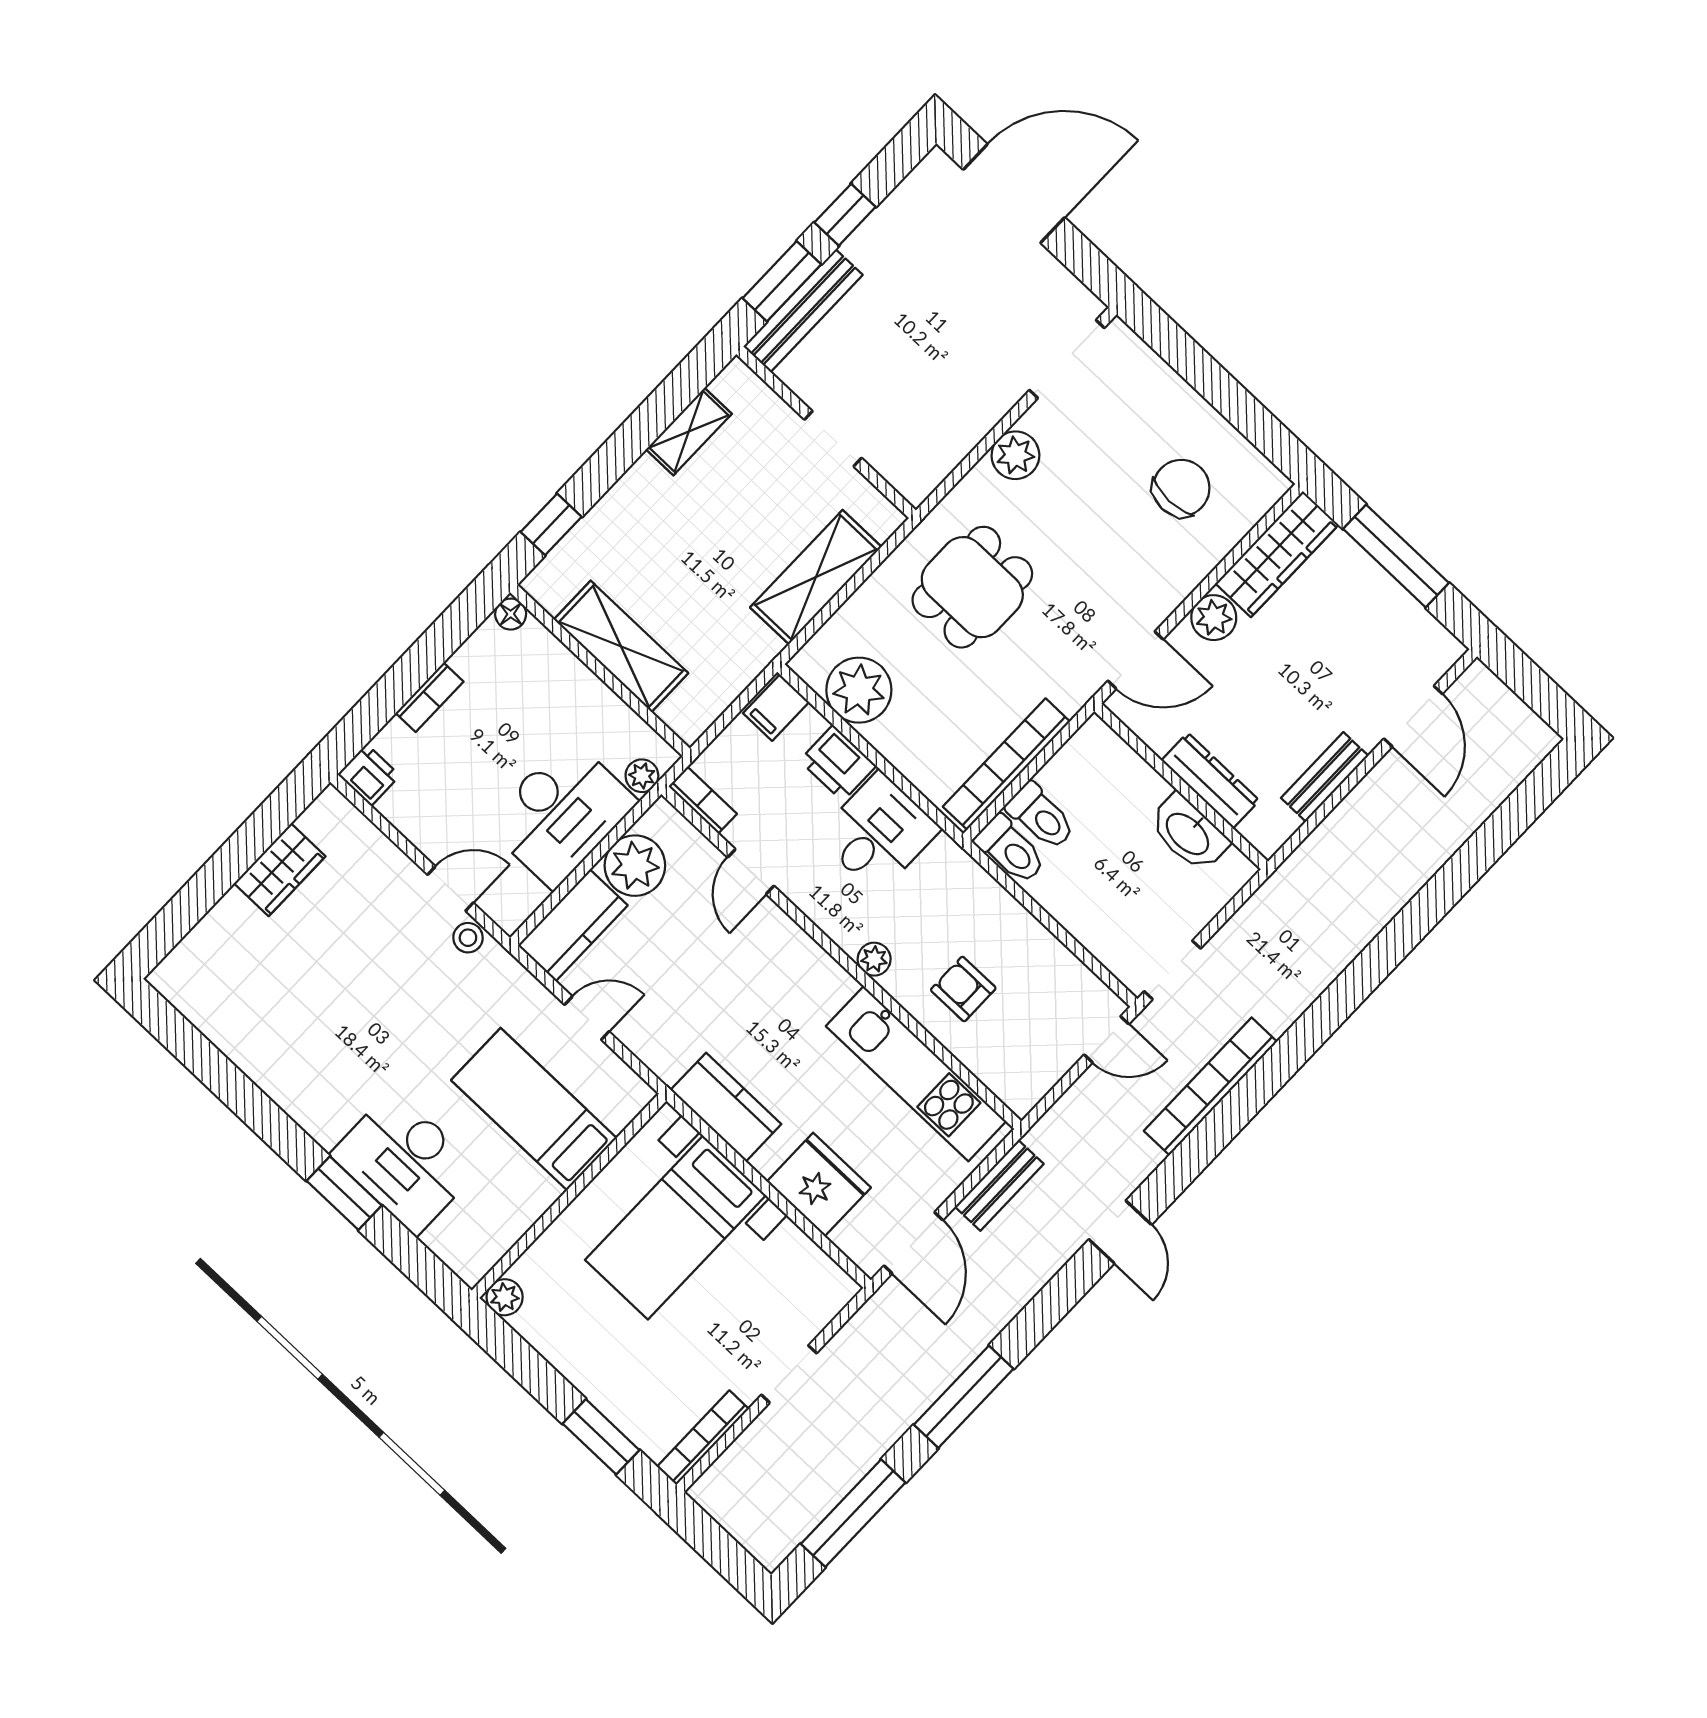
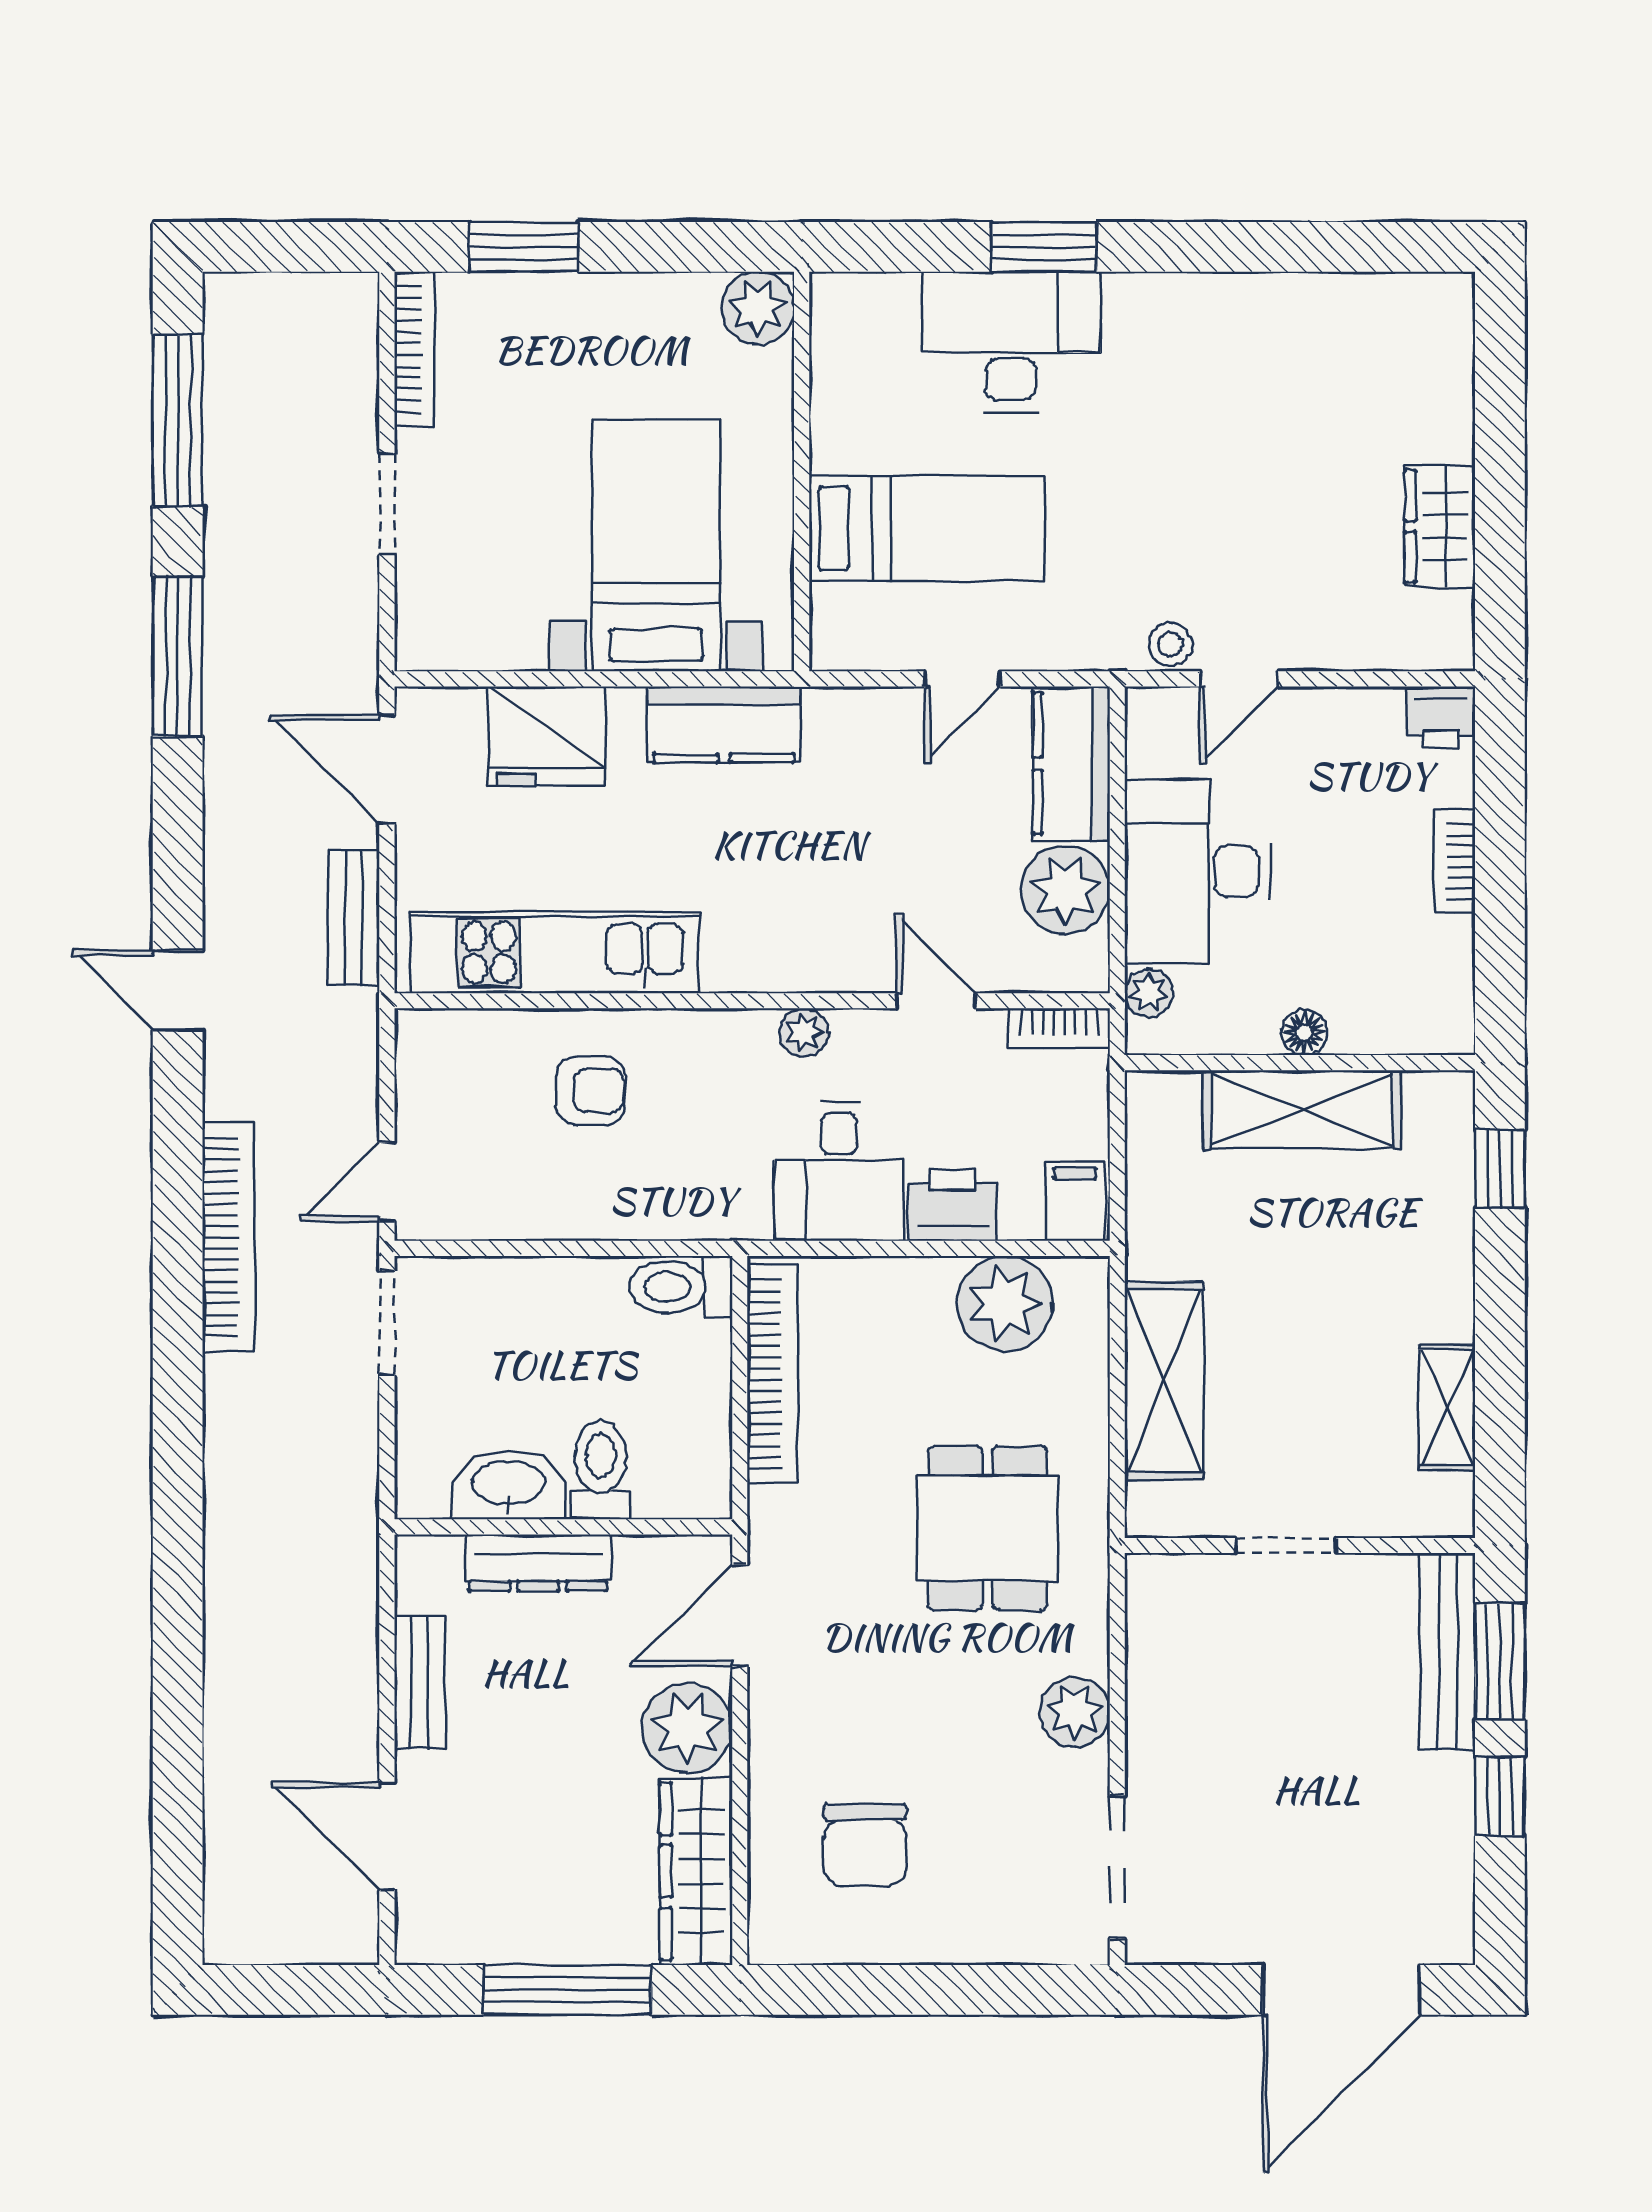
floor lamp: (511, 614) -> (1304, 1032), moved
plant: (1214, 618) -> (687, 1728), width x1.36, depth x1.36
toilet: (1041, 816) -> (600, 1470), moved, turned 90
plant: (874, 959) -> (804, 1032), moved
plant: (505, 1297) -> (758, 308), width x1.38, depth x1.38

